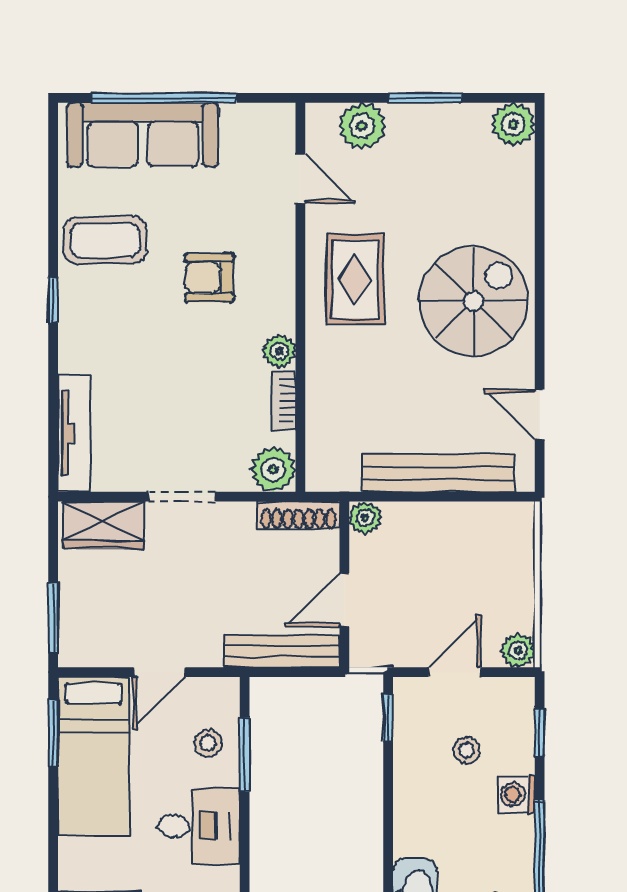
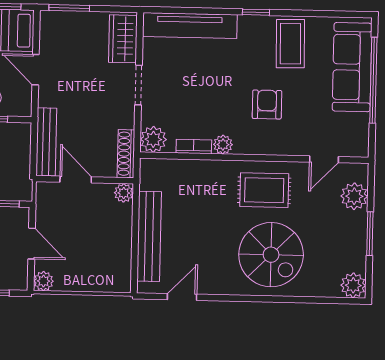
spiral stairs: (474, 301) -> (271, 255), moved
tv unit: (74, 433) -> (190, 26), width x1.36, depth x1.29

